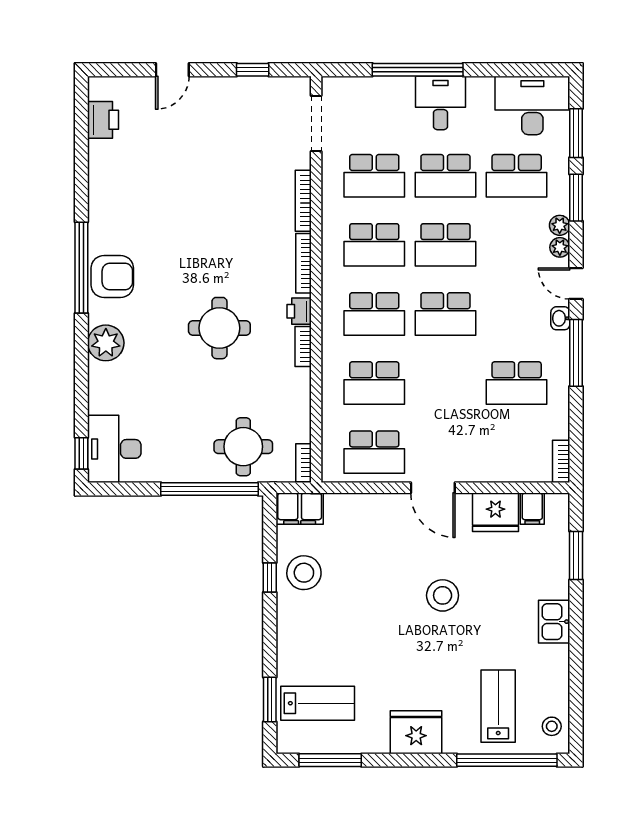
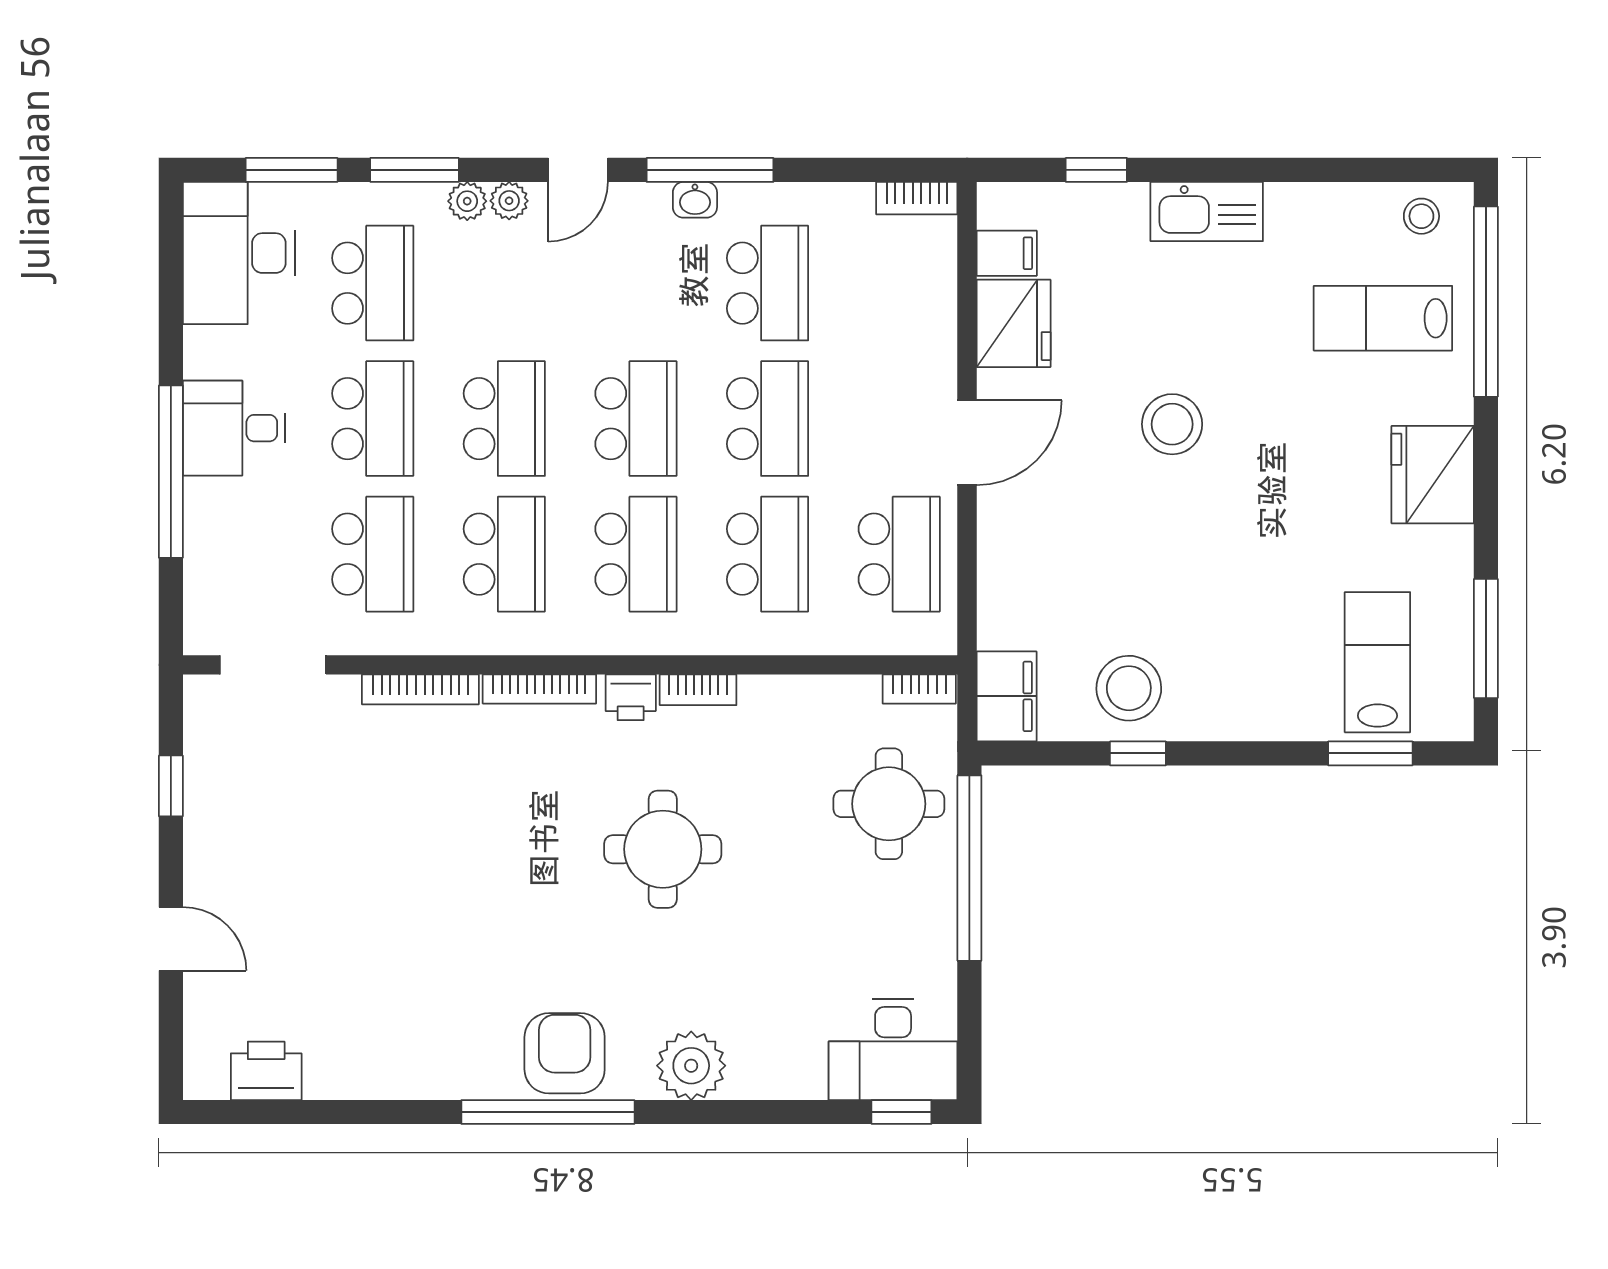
washbasin: (560, 318) -> (695, 200), moved
school desk: (445, 383) -> (768, 419), added
window: (576, 556) -> (1096, 170), width x0.67
kitchen sink: (554, 622) -> (1207, 212), width x1.38

